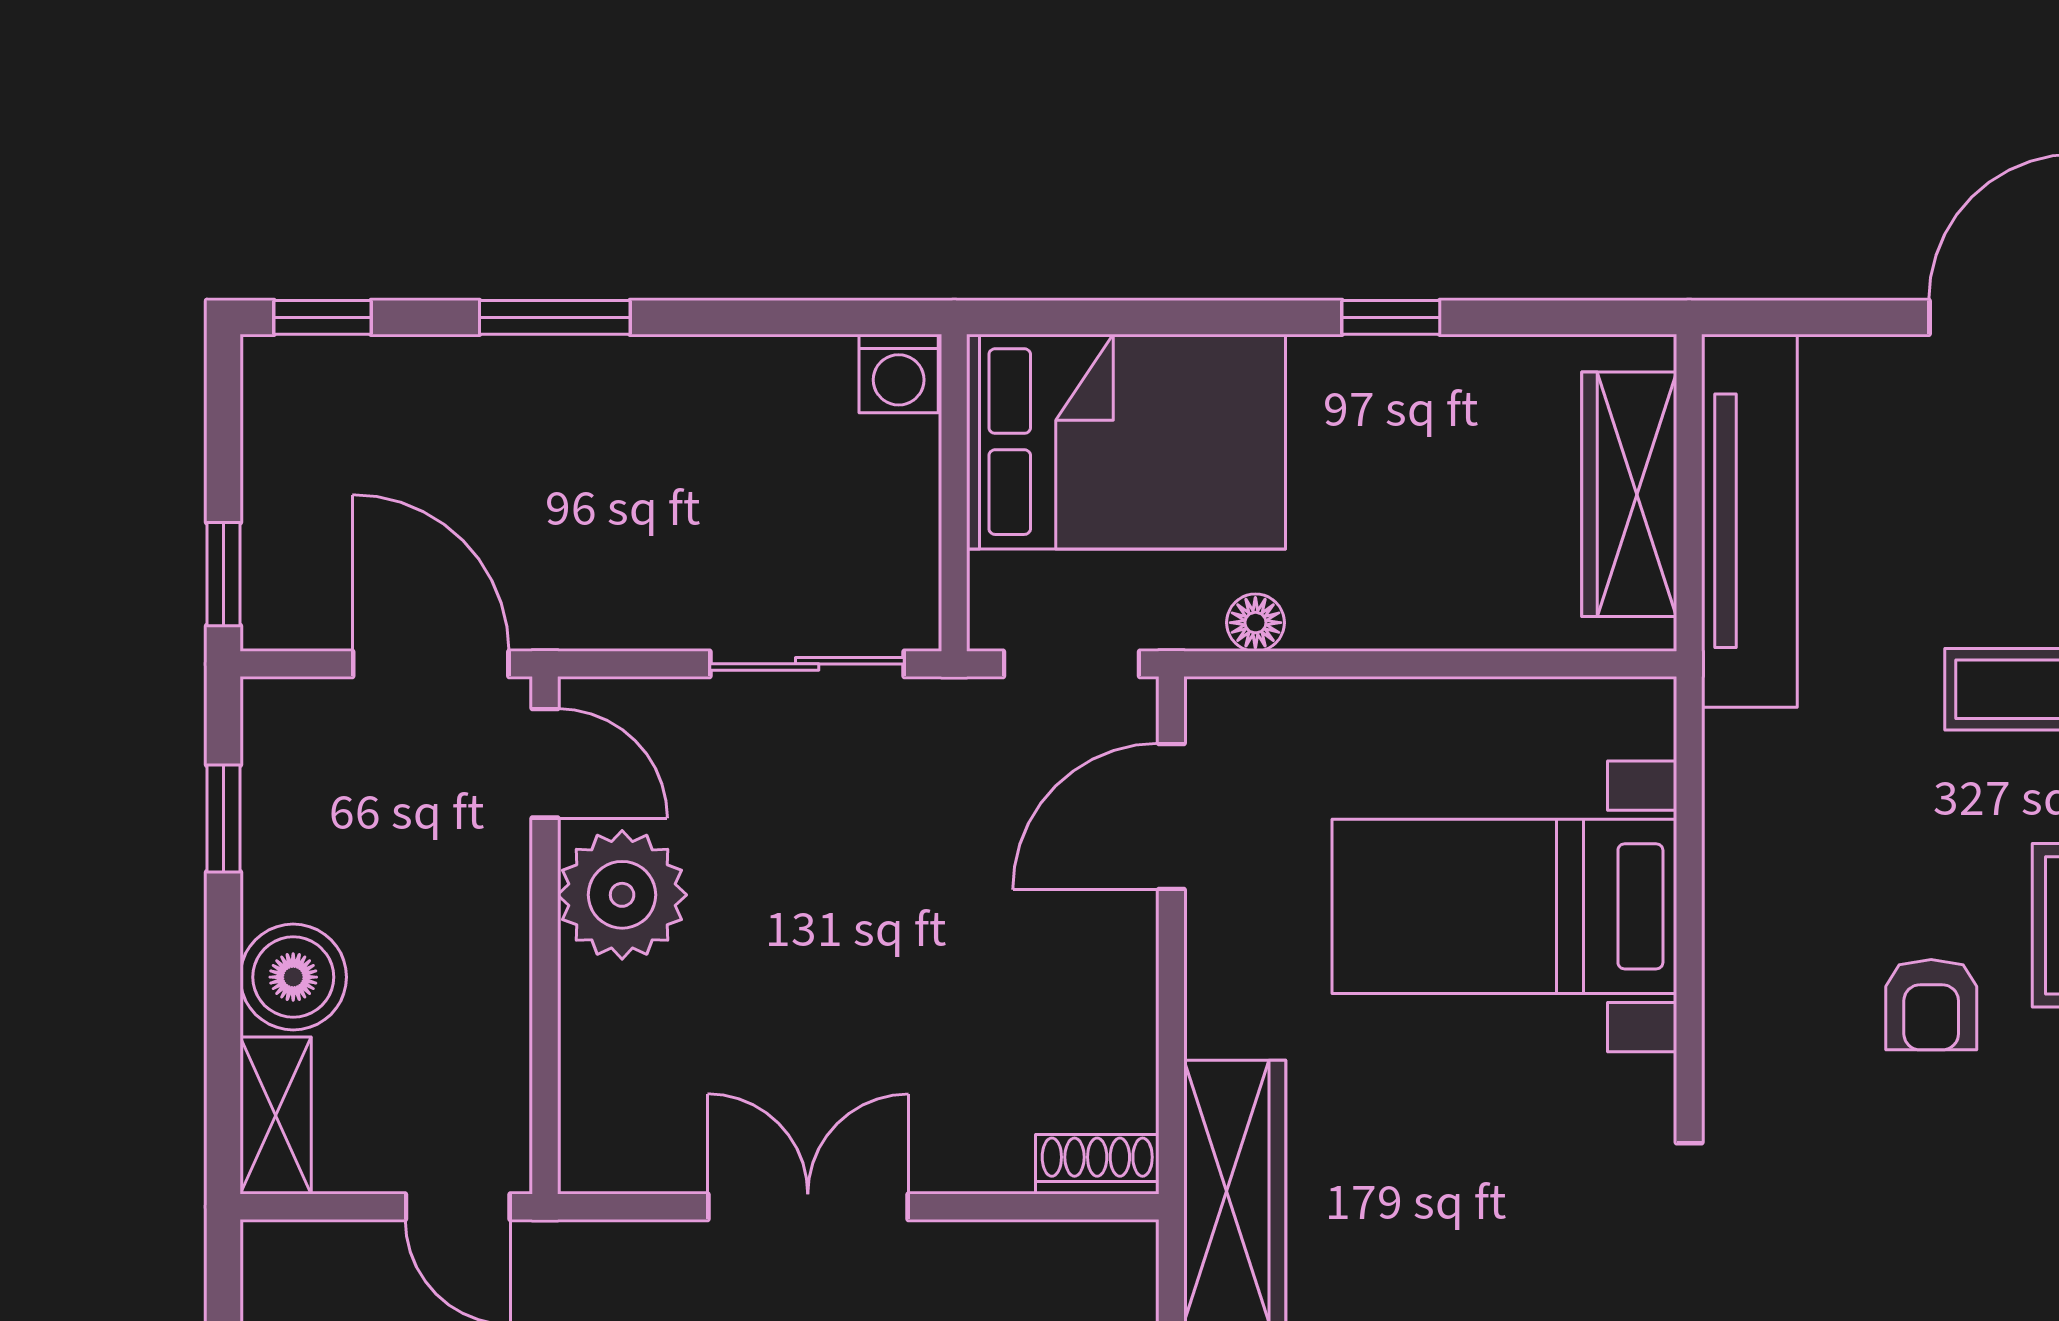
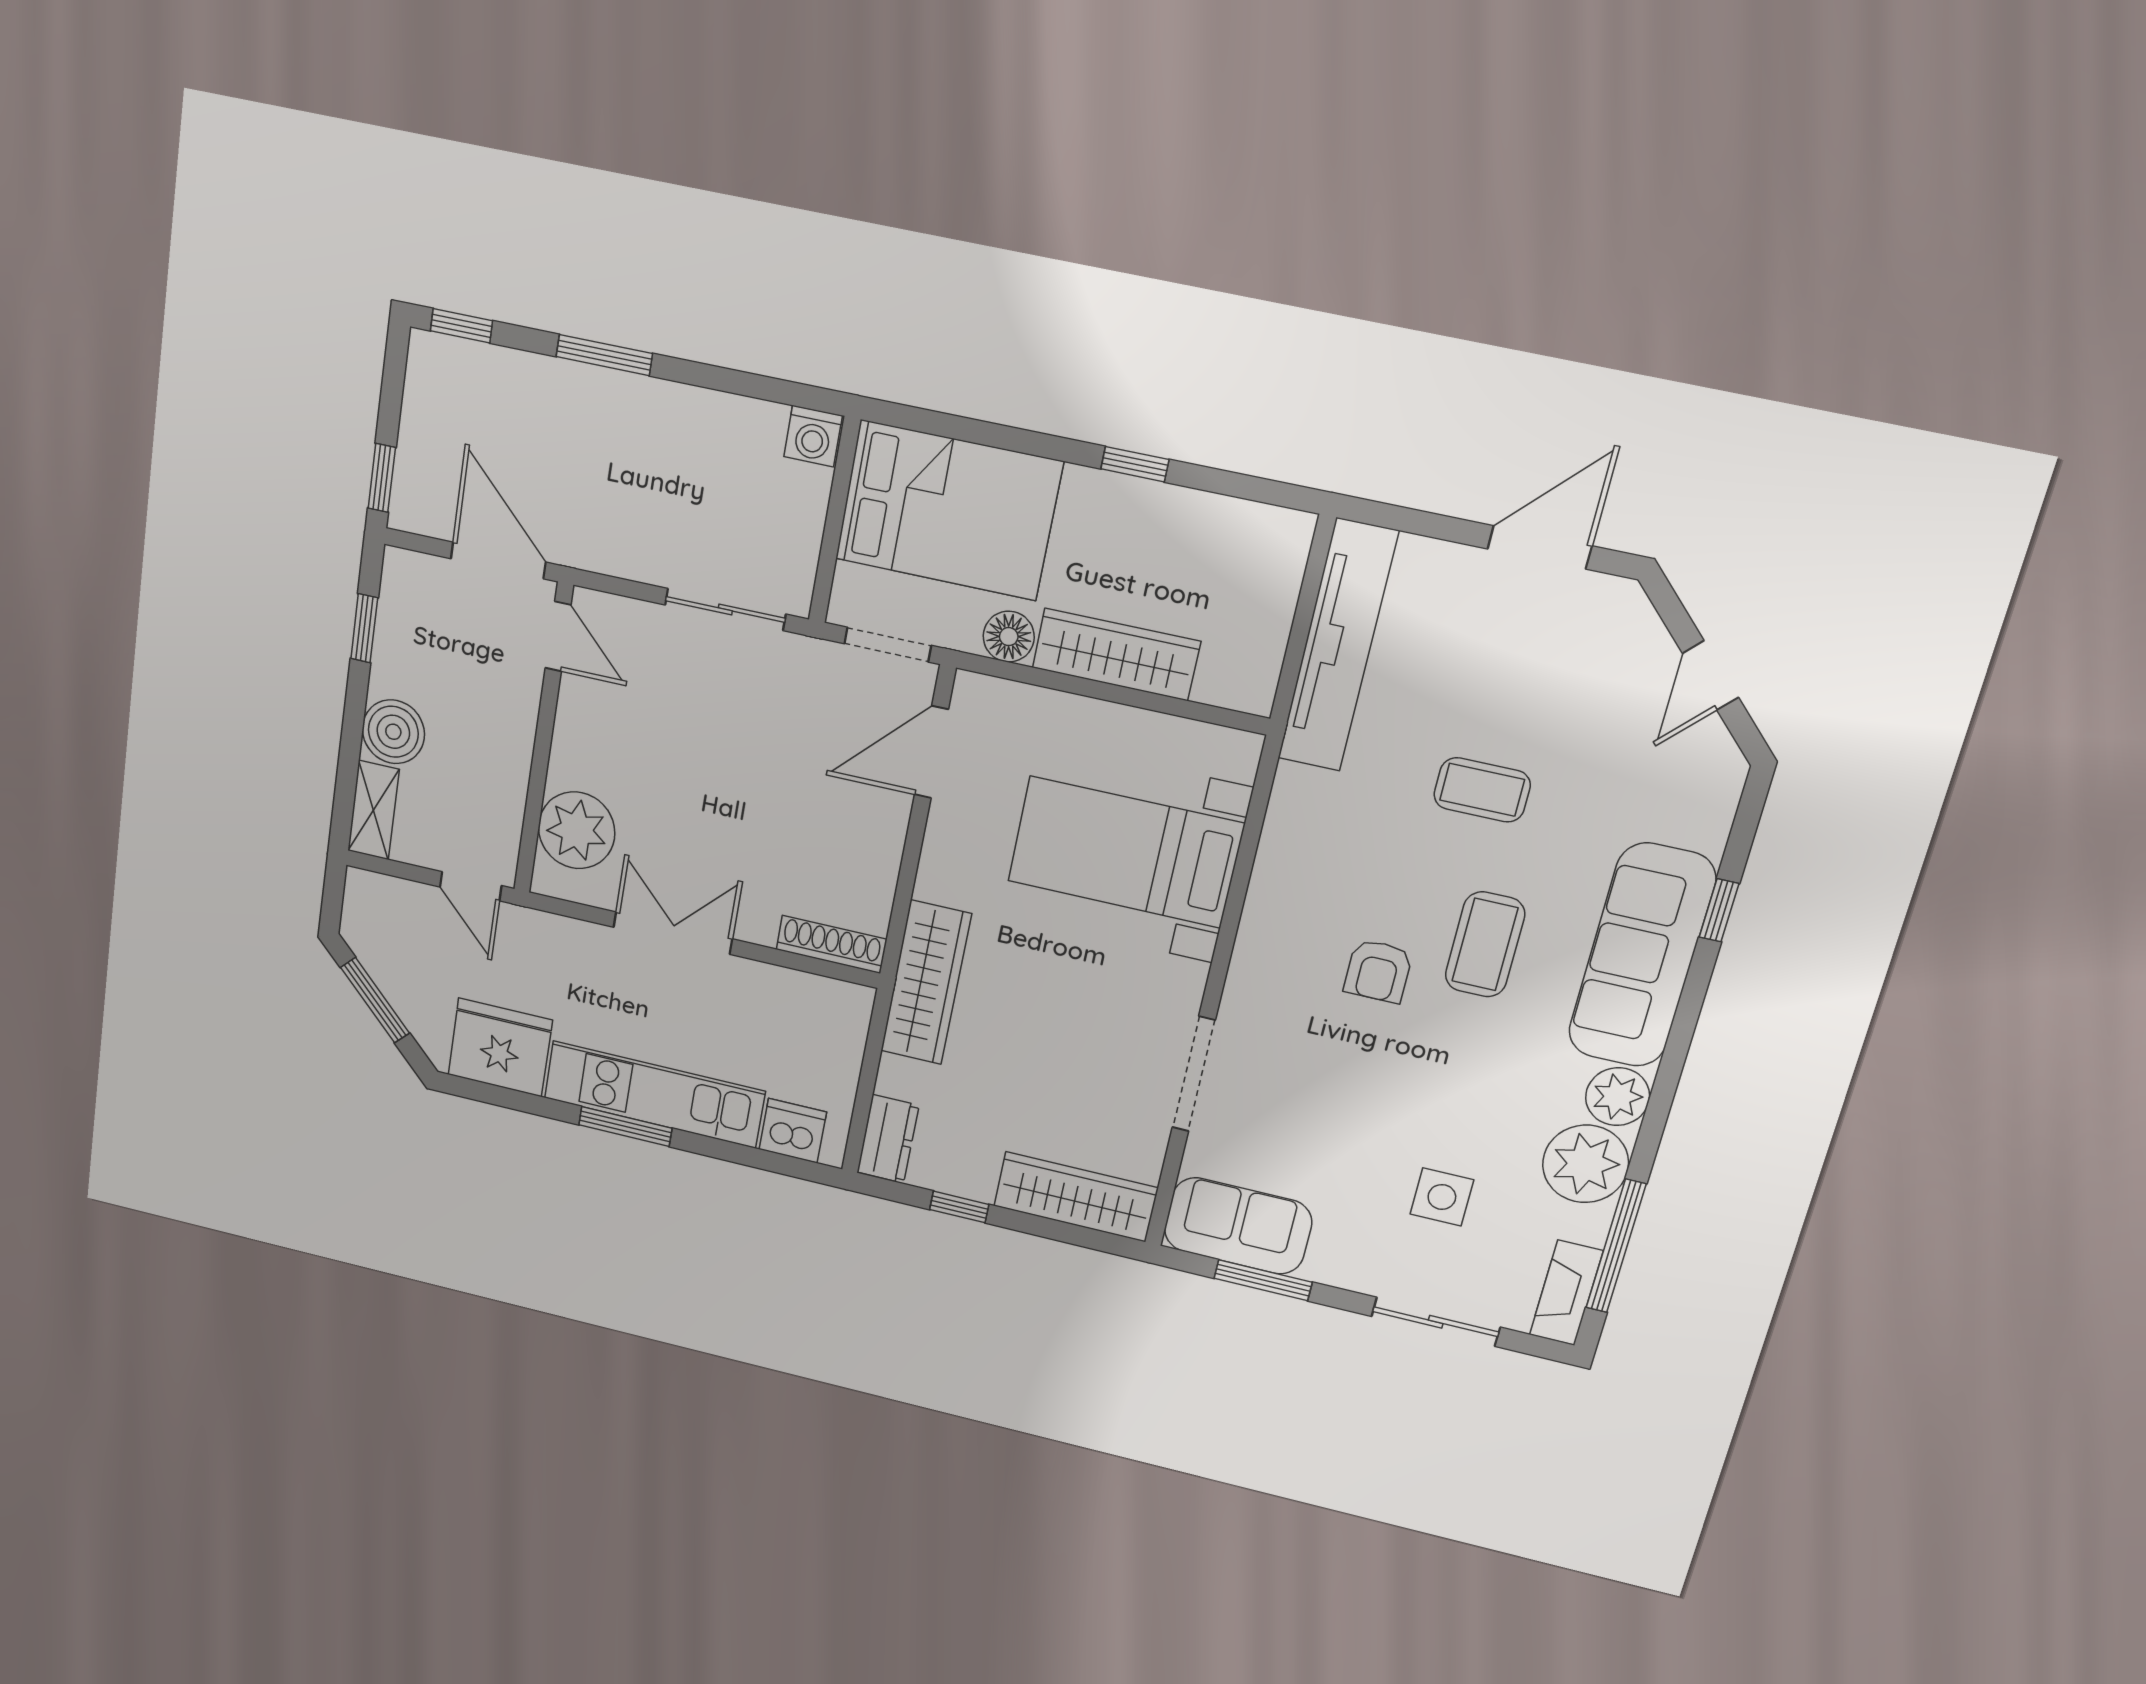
wardrobe: (1629, 494) -> (1116, 654), moved, turned 90
floor lamp: (1255, 623) -> (1009, 637), width x1.37, depth x1.37
plant: (622, 895) -> (577, 830), moved
shoe rack: (1097, 1164) -> (831, 944), width x1.43

